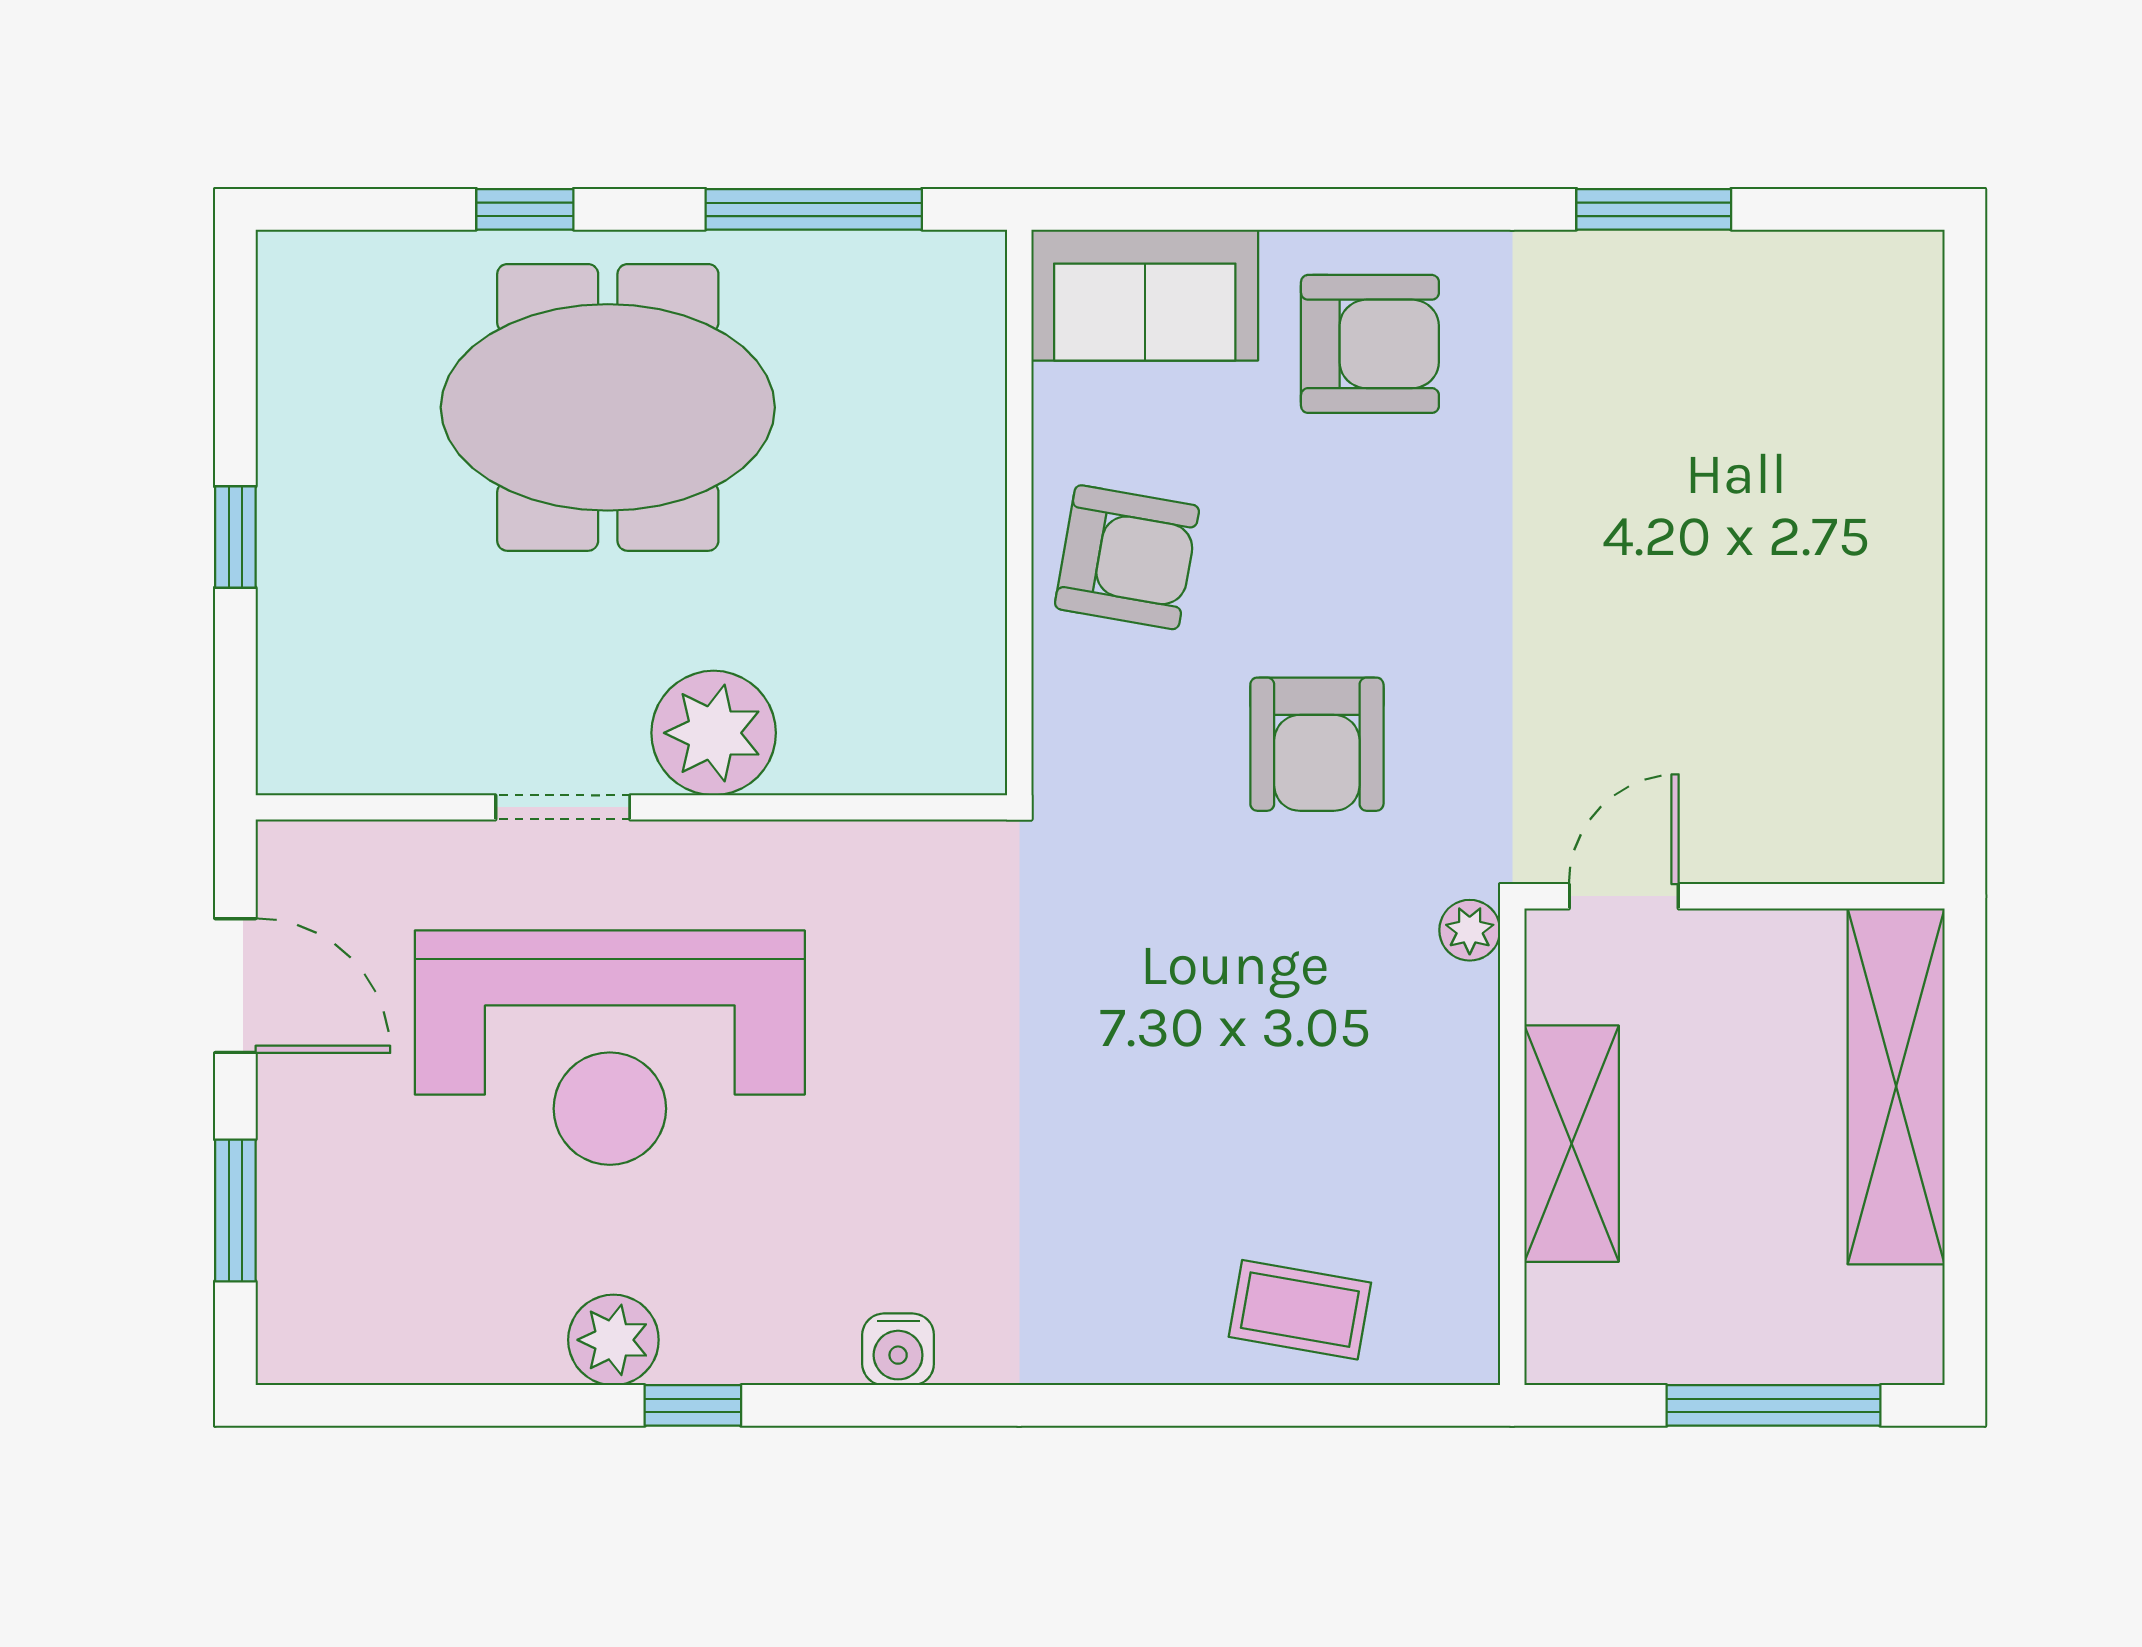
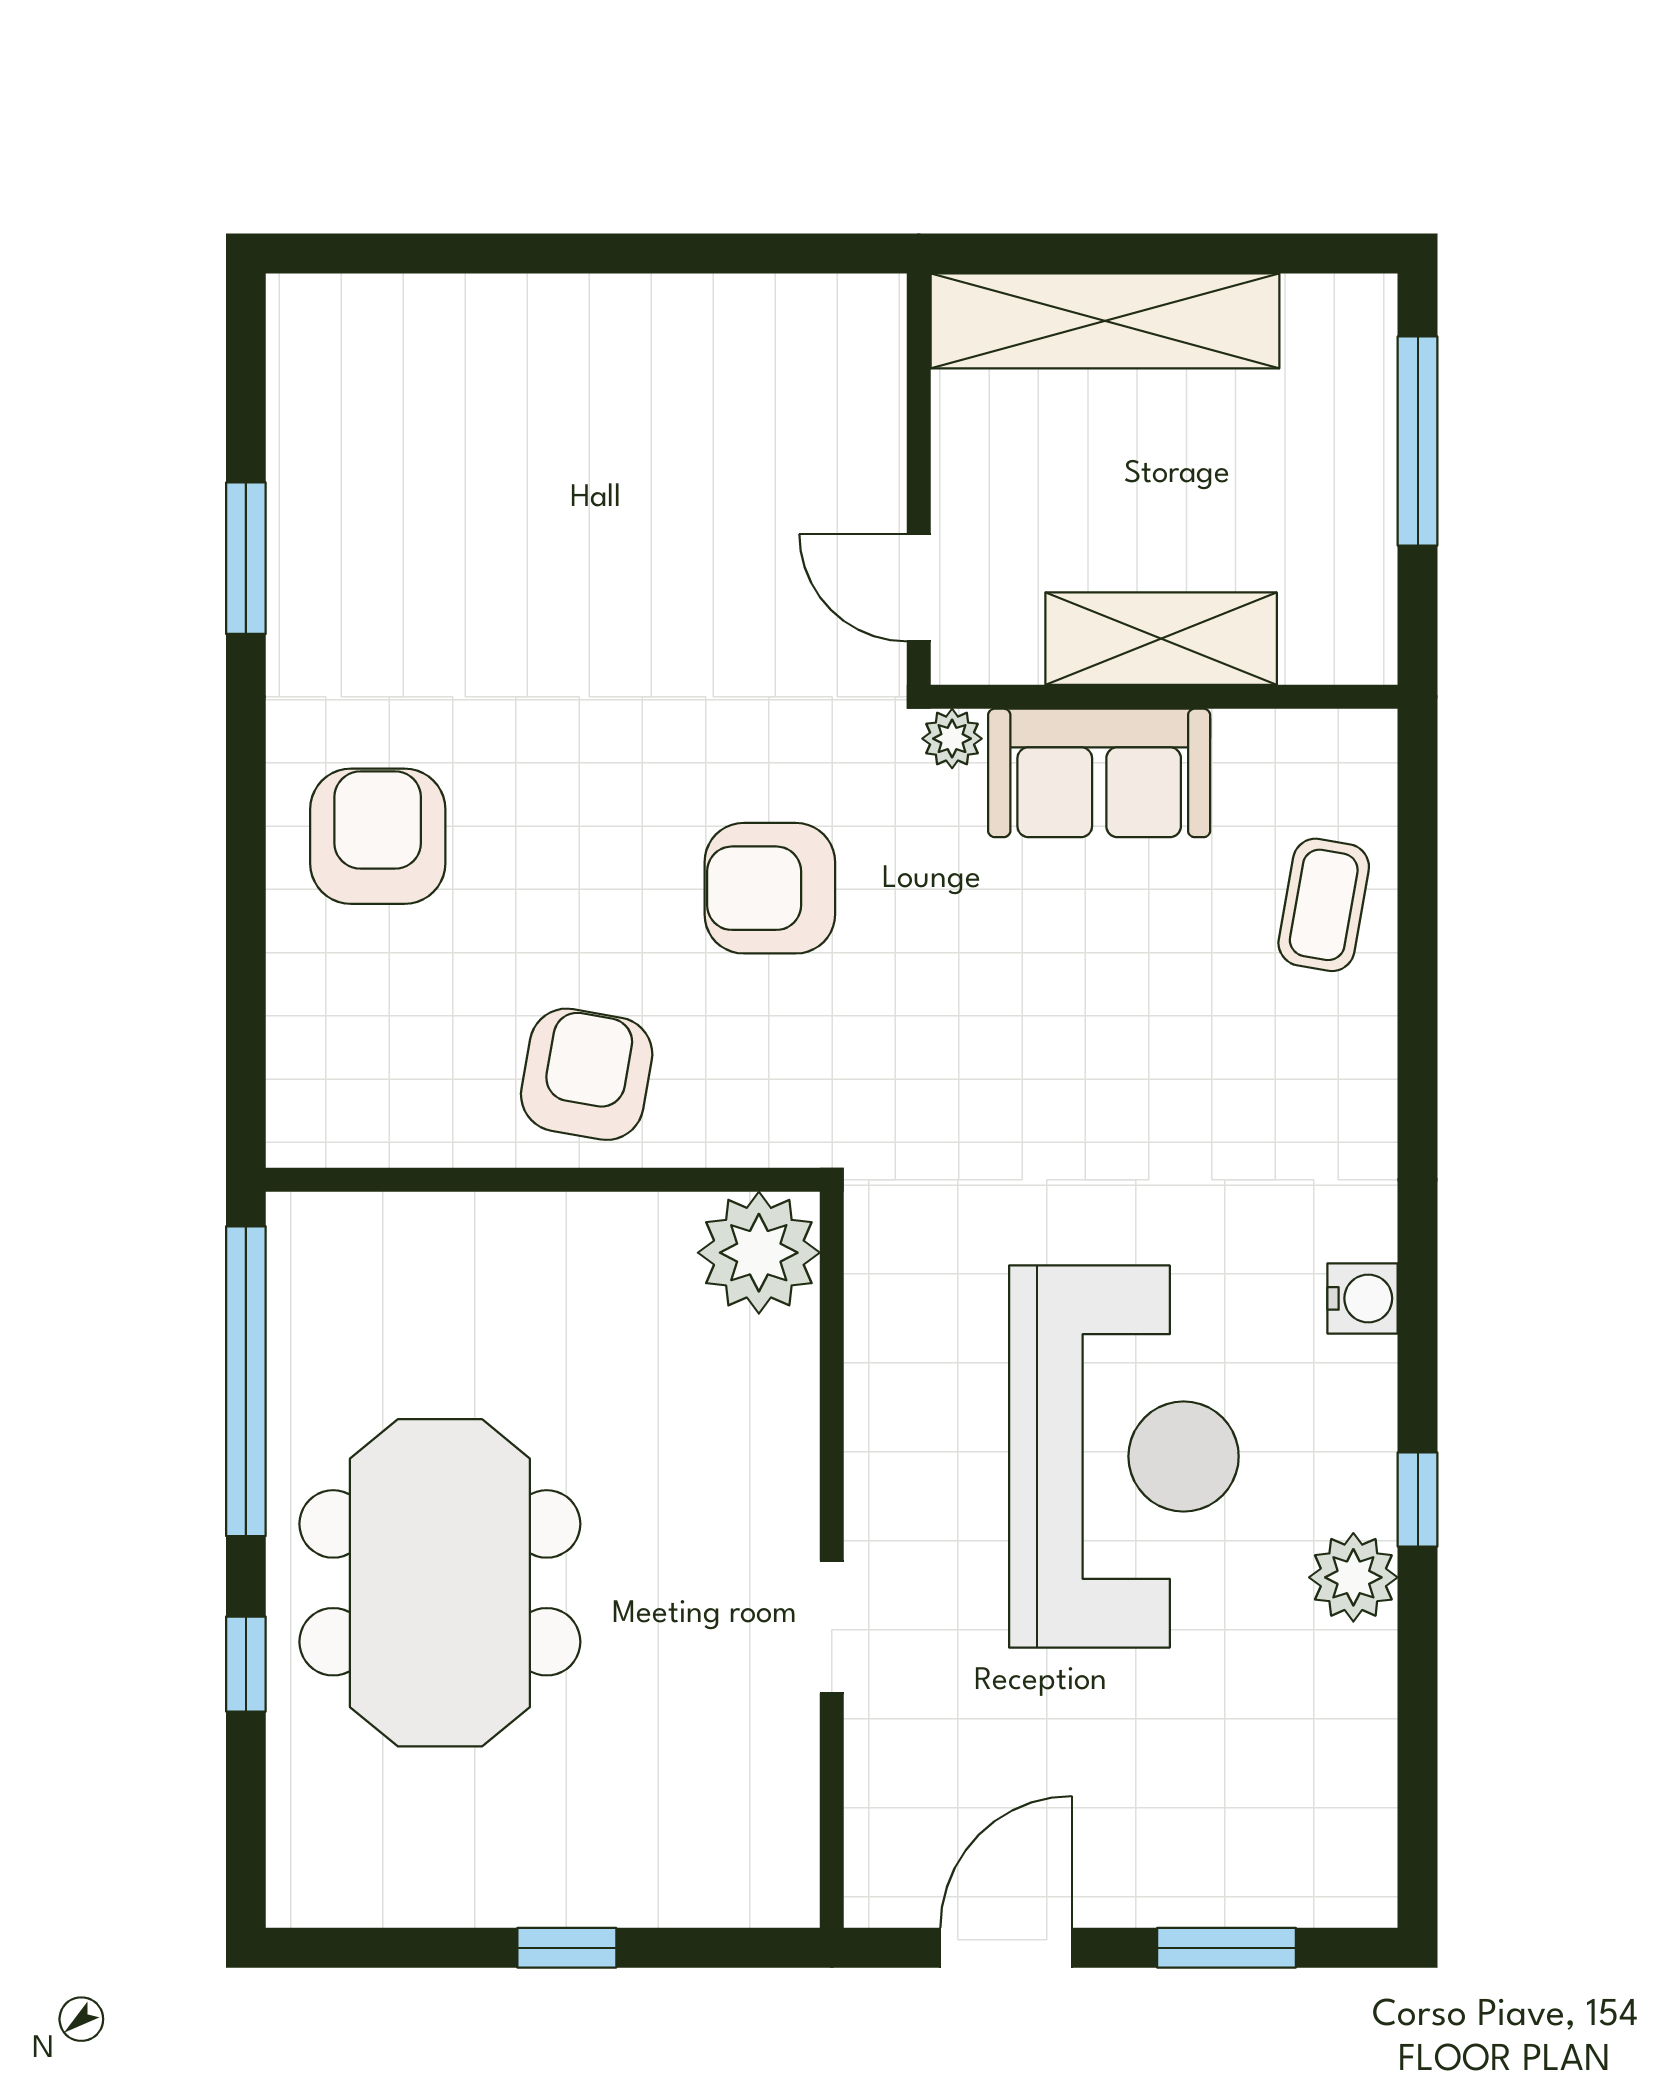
window: (814, 209) -> (246, 1381), width x1.46
sofa: (1145, 295) -> (1099, 773), moved, turned 90
plant: (714, 733) -> (759, 1253), moved
armchair: (1317, 744) -> (770, 888), turned 180
reception desk: (610, 1048) -> (1124, 1456), moved

